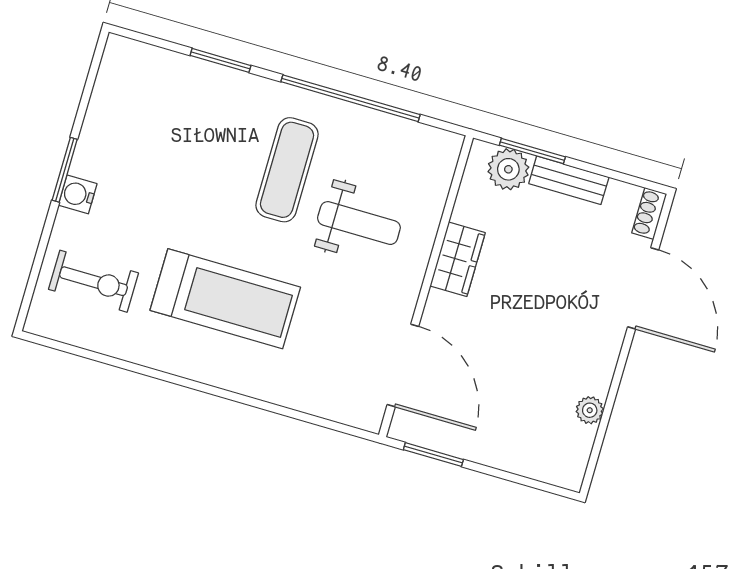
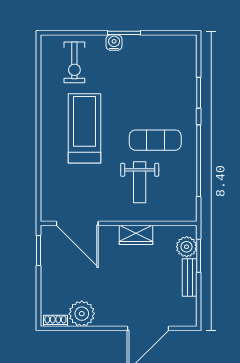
shoe rack: (649, 213) -> (55, 321), moved
treadmill: (225, 299) -> (84, 128), turned 180
door: (403, 365) -> (77, 223), hinge flipped
plant: (590, 410) -> (82, 314), width x1.88, depth x1.88

